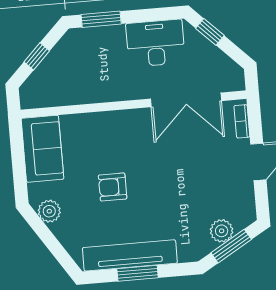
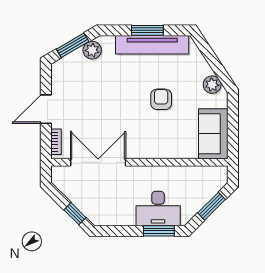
desk: (155, 43) -> (158, 209), moved
window: (37, 56) -> (212, 206), width x1.50
armchair: (113, 187) -> (161, 99), turned -90
plant: (222, 231) -> (92, 50), moved

